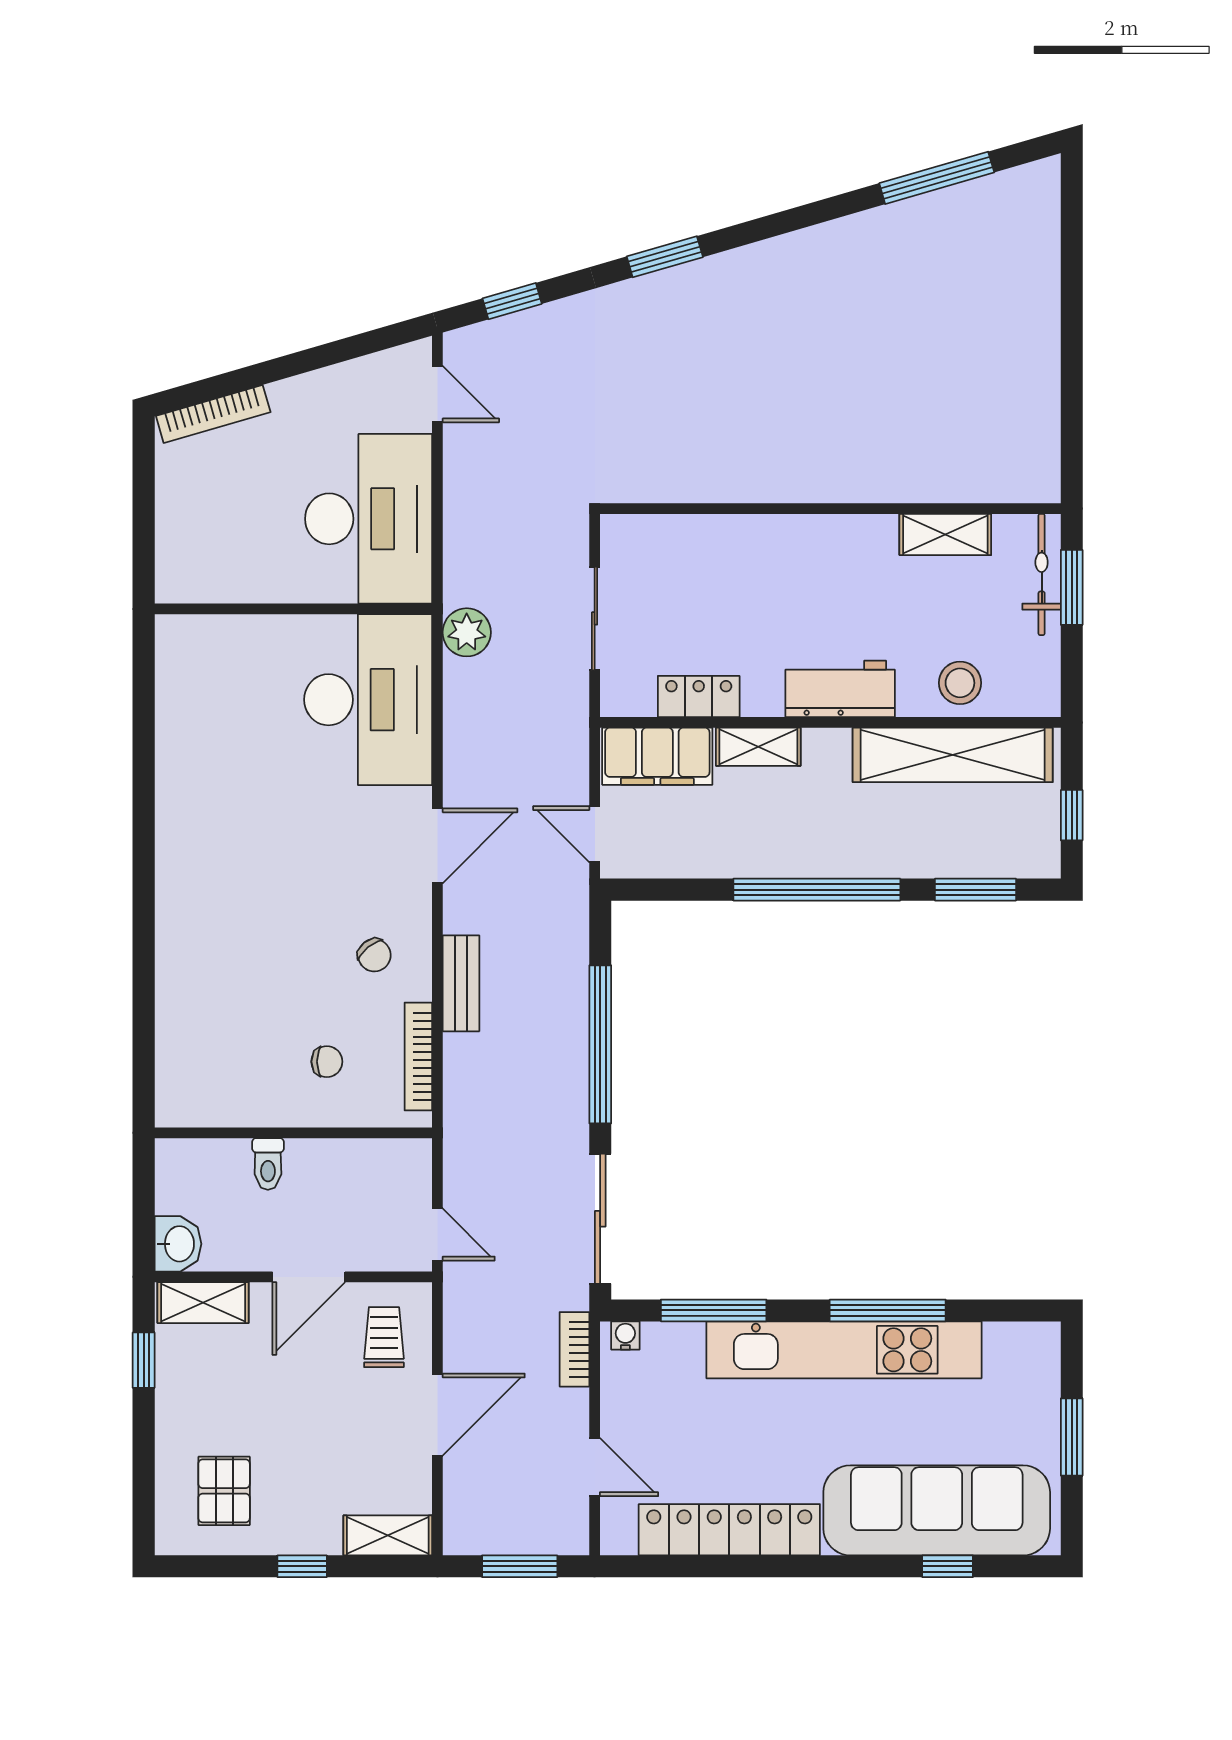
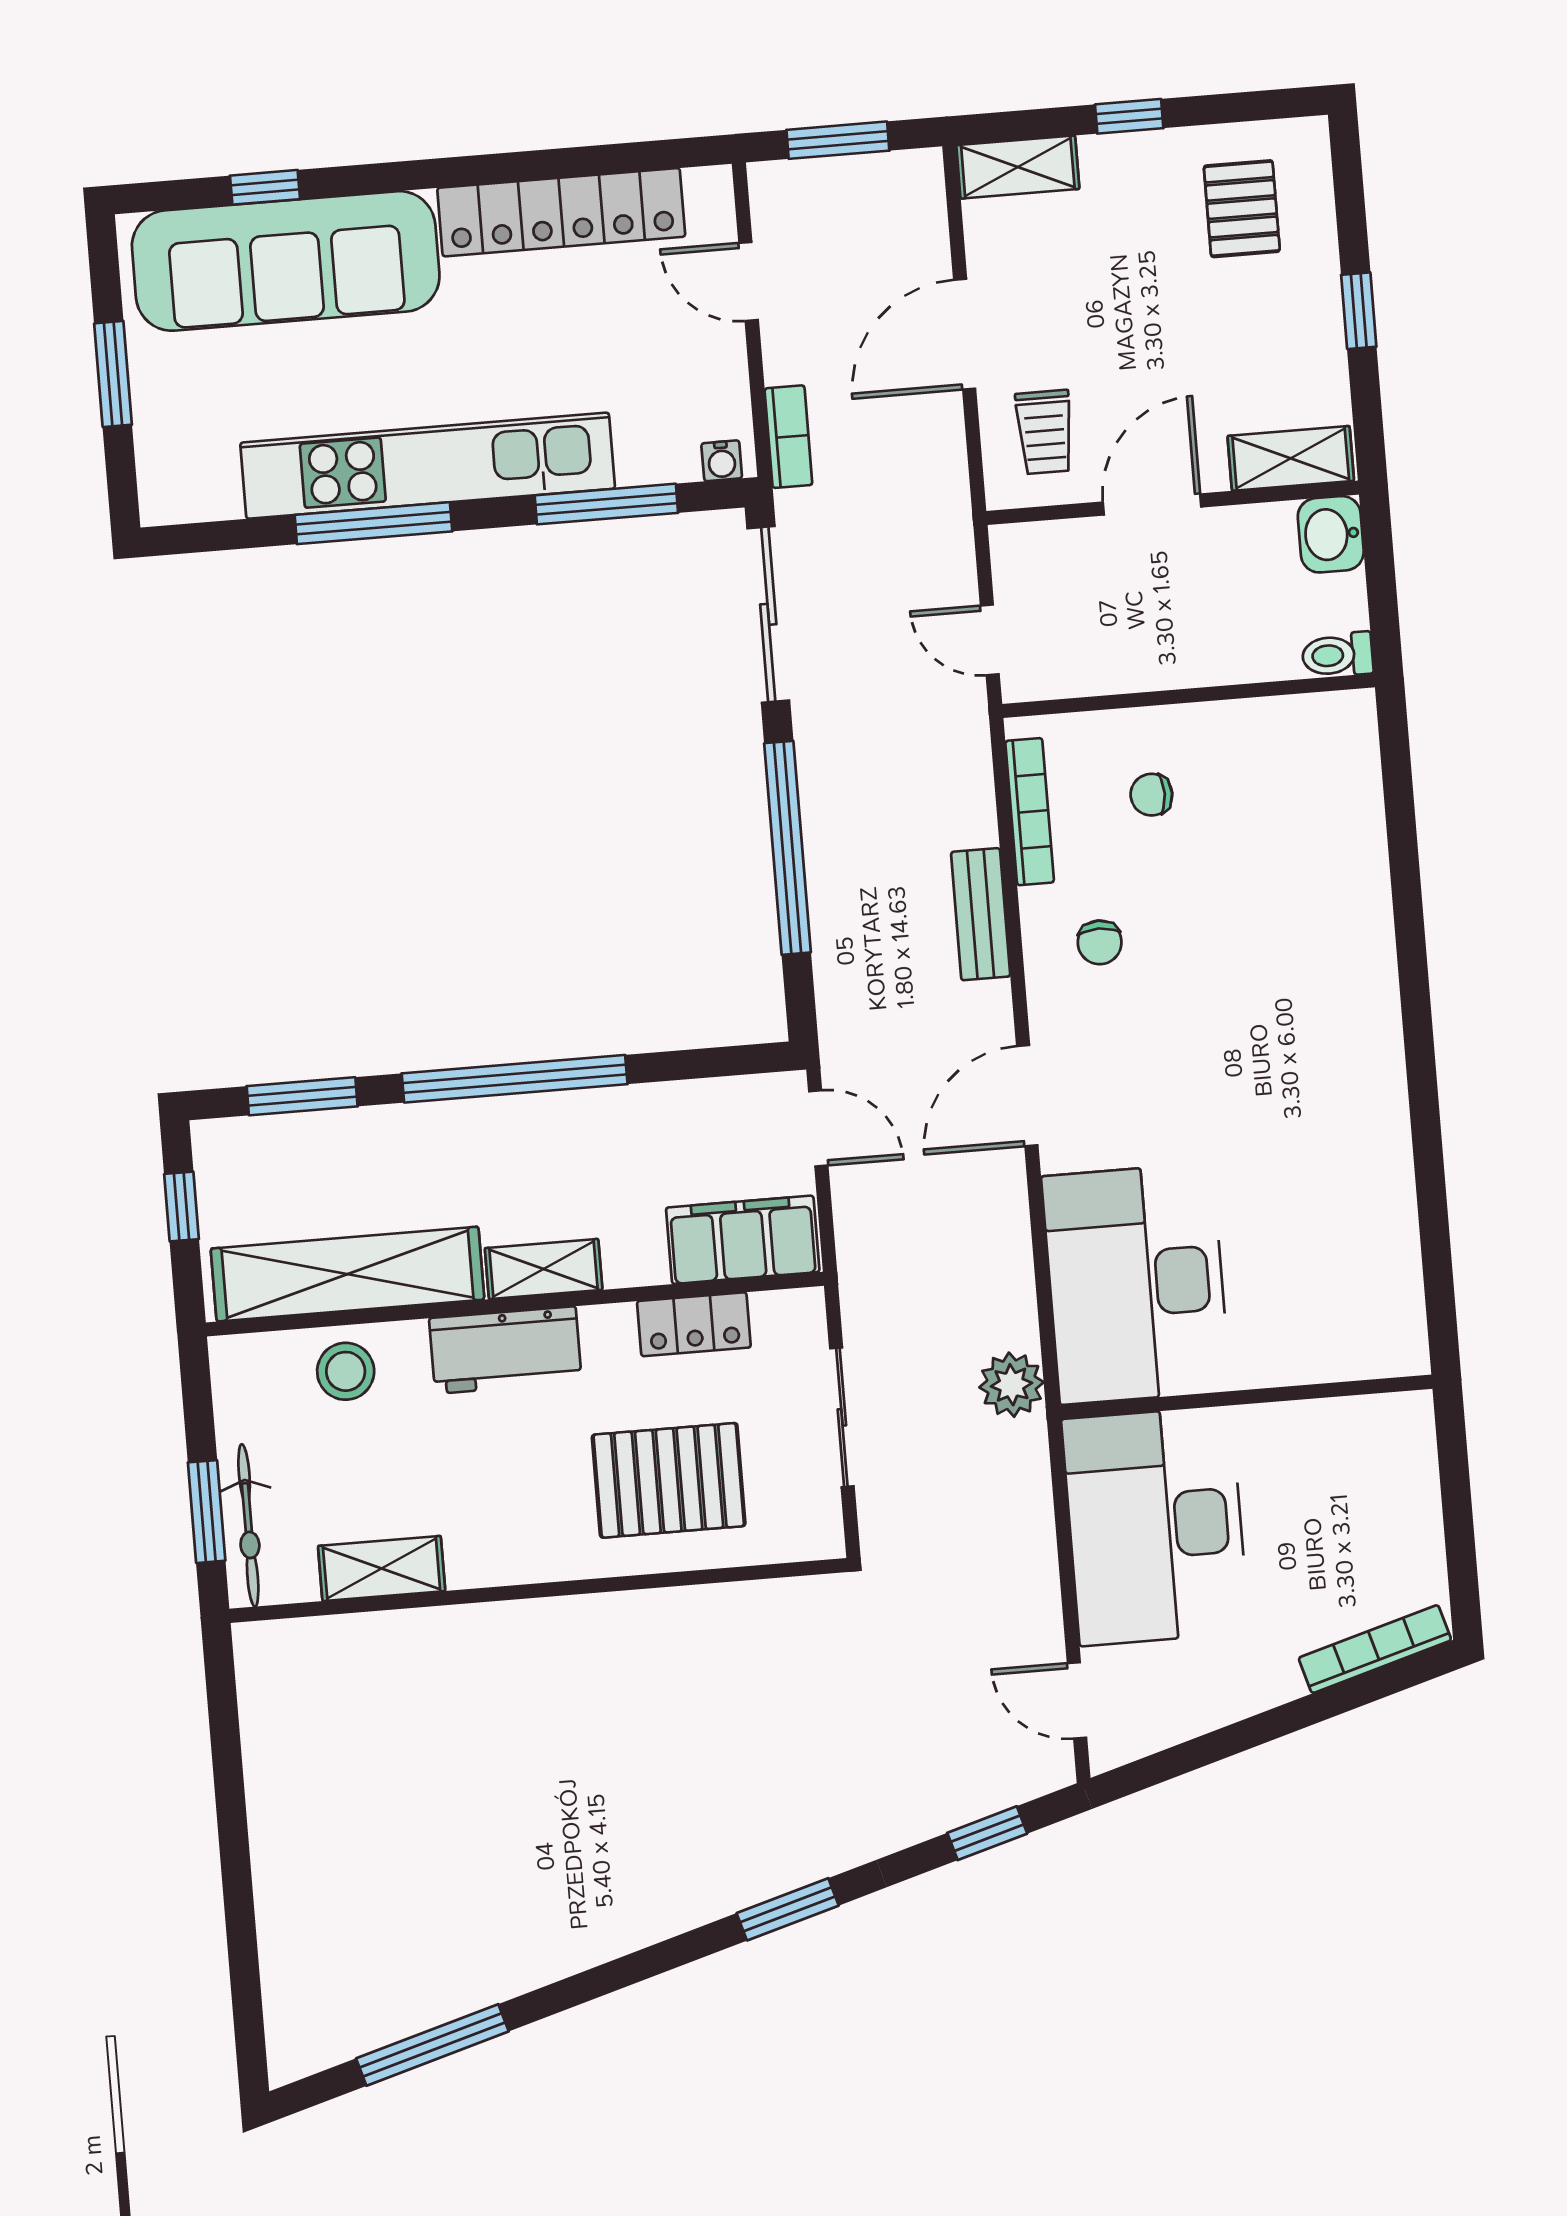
pallet: (727, 582) -> (669, 1480), added
shelving: (758, 747) -> (544, 1269), moved
chair: (374, 955) -> (1100, 942), turned -141
toilet: (268, 1164) -> (1337, 655), moved, turned -90
door: (437, 1234) -> (990, 640), moved
window: (144, 1360) -> (1359, 311), moved

